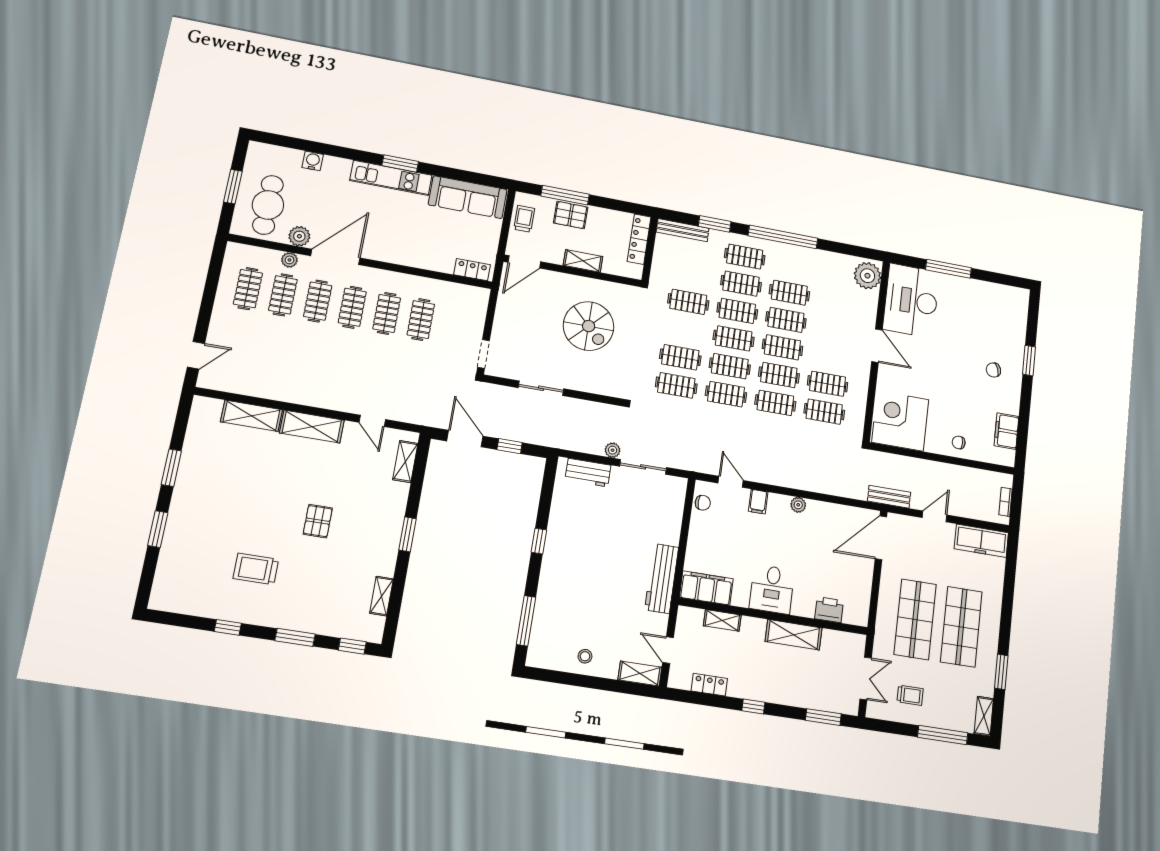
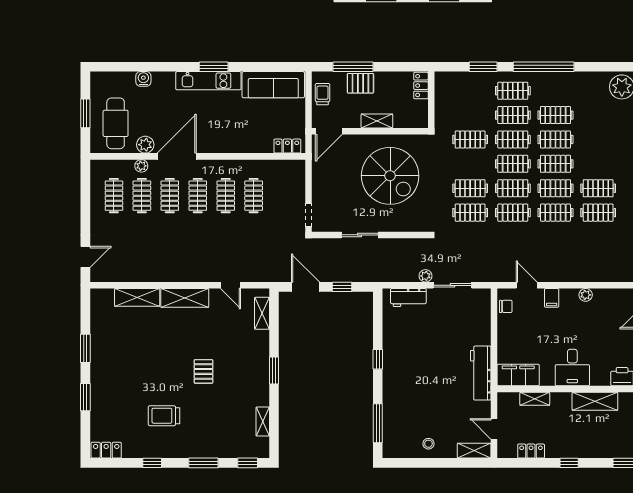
bench: (683, 230) -> (457, 78), removed
locker: (639, 239) -> (421, 86), width x0.66
spiral stairs: (589, 326) -> (390, 176), width x1.37, depth x1.37
locker: (171, 602) -> (106, 450), added

